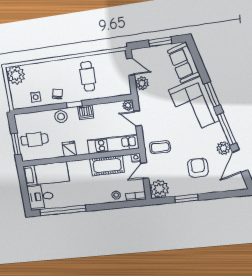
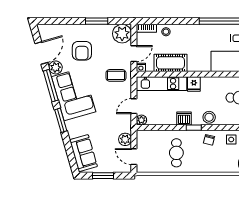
corner sofa: (194, 105) -> (74, 94), moved
door: (138, 118) -> (134, 106), swing flipped
fridge: (69, 149) -> (194, 84), moved

